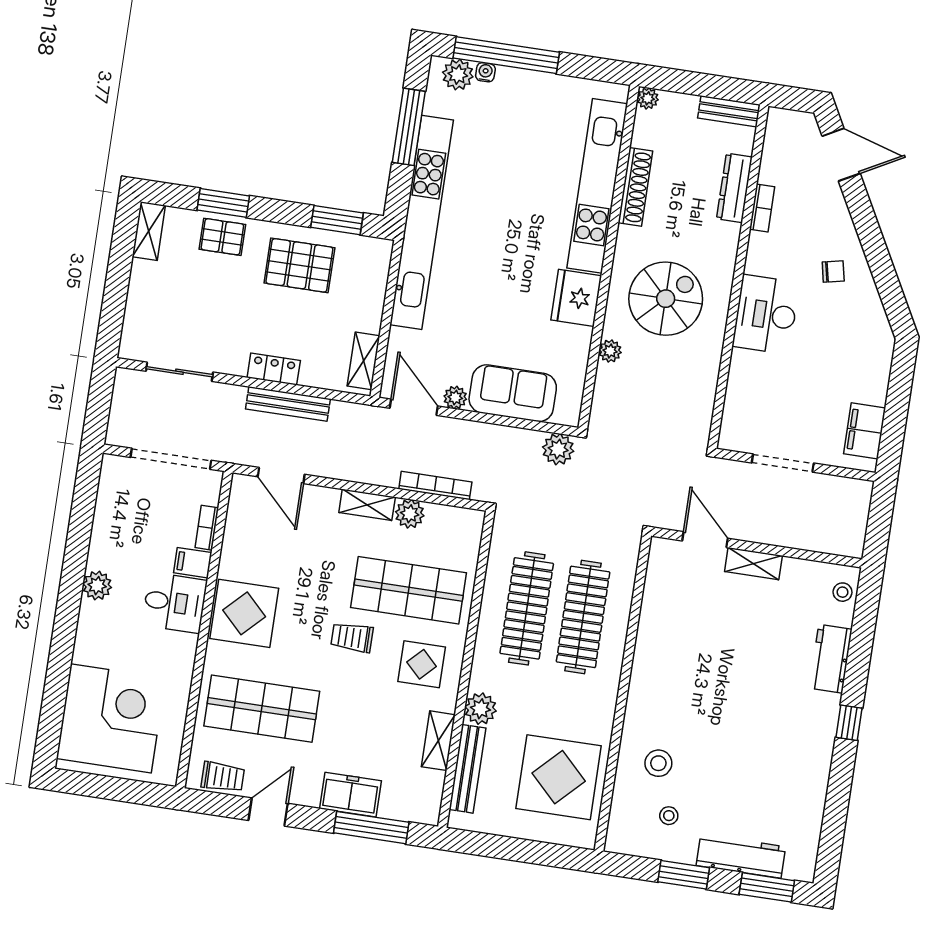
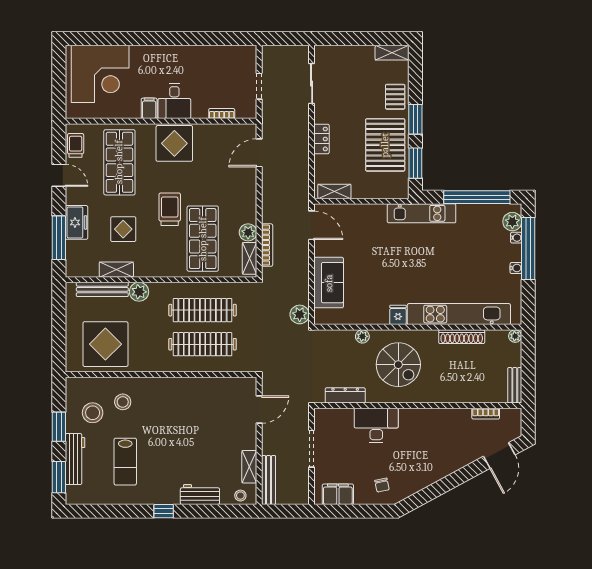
water cooler: (535, 80) -> (516, 268), added
window: (409, 127) -> (477, 197), width x1.46
dresser: (734, 188) -> (345, 395), moved
window: (223, 203) -> (415, 119), moved
bookcase: (762, 208) -> (486, 414), moved
kitchen unit: (422, 222) -> (422, 213), width x0.54
pallet: (299, 265) -> (385, 145), width x1.37, depth x1.41
chair: (833, 271) -> (382, 485), moved
fridge: (576, 298) -> (398, 315), width x0.53, depth x0.75
desk: (766, 315) -> (376, 425), moved
plant: (455, 398) -> (321, 249), removed
bench: (288, 404) -> (269, 480), moved
door: (414, 407) -> (312, 225), hinge flipped
doorway: (171, 459) -> (259, 86), width x0.53
shelving: (367, 505) -> (250, 258), moved
filing cabinet: (193, 563) -> (149, 108), moved
shelving: (753, 564) -> (249, 467), moved
plant: (97, 586) -> (178, 54), removed
trolley: (352, 637) -> (170, 209), width x1.36, depth x1.39
display table: (422, 664) -> (123, 229), moved
lab bench: (758, 774) -> (125, 462), added
trolley: (223, 777) -> (76, 145), turned 180
stool: (669, 816) -> (93, 413), width x1.89, depth x1.89

